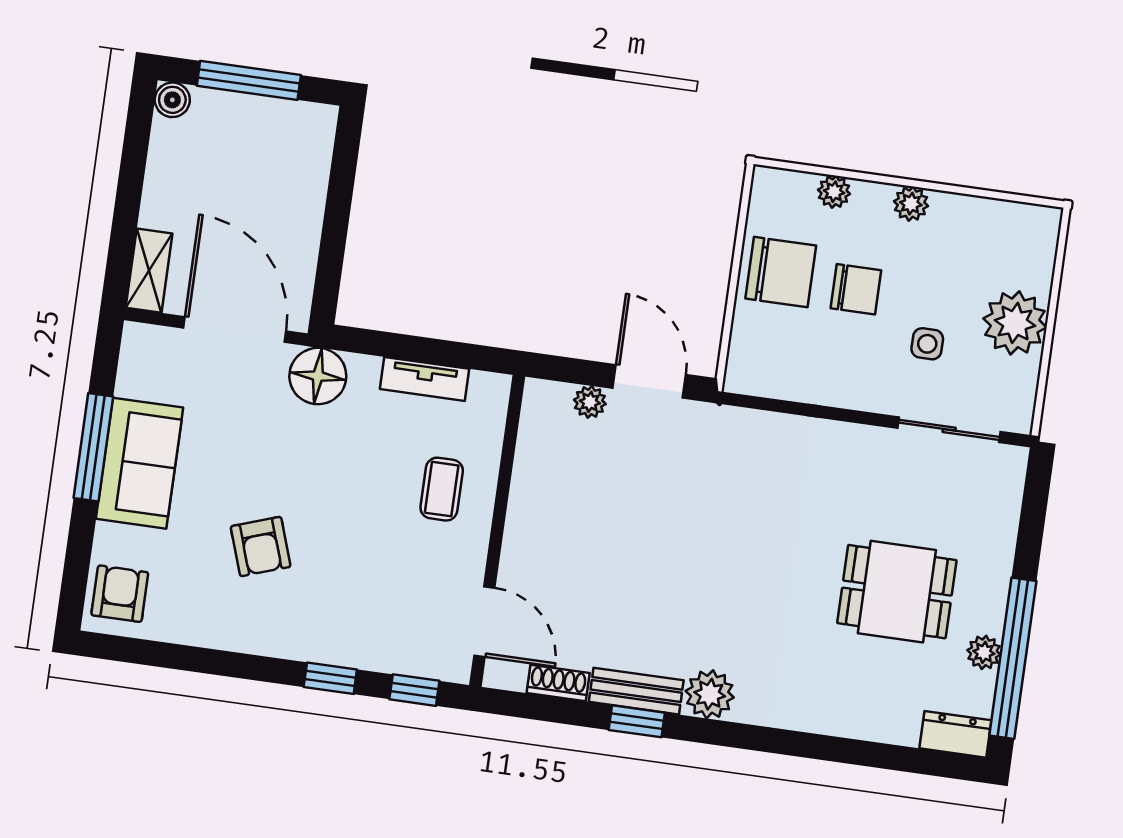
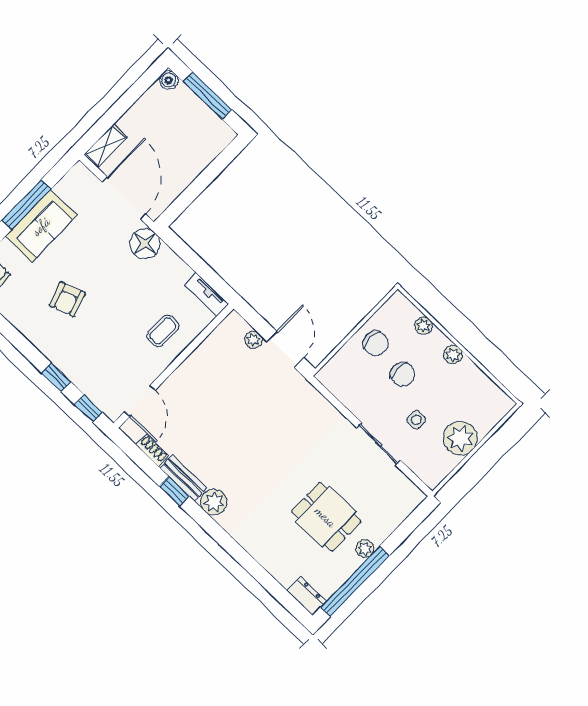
chair: (781, 272) -> (376, 343), width x0.73, depth x0.73
tv unit: (425, 379) -> (207, 294), moved
sliding door: (949, 430) -> (379, 444), moved
plant: (984, 652) -> (365, 549), moved

